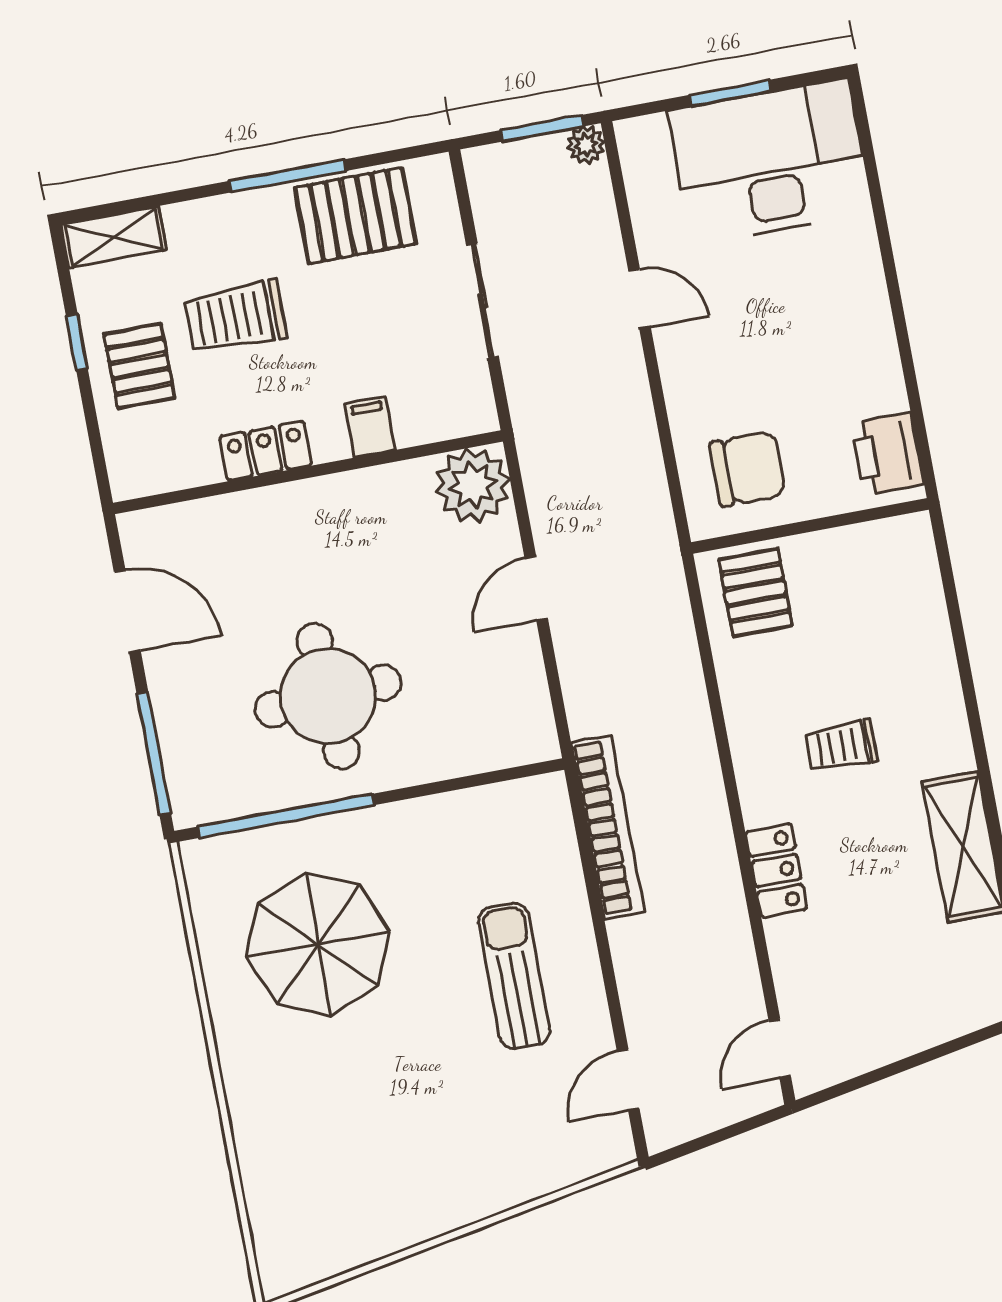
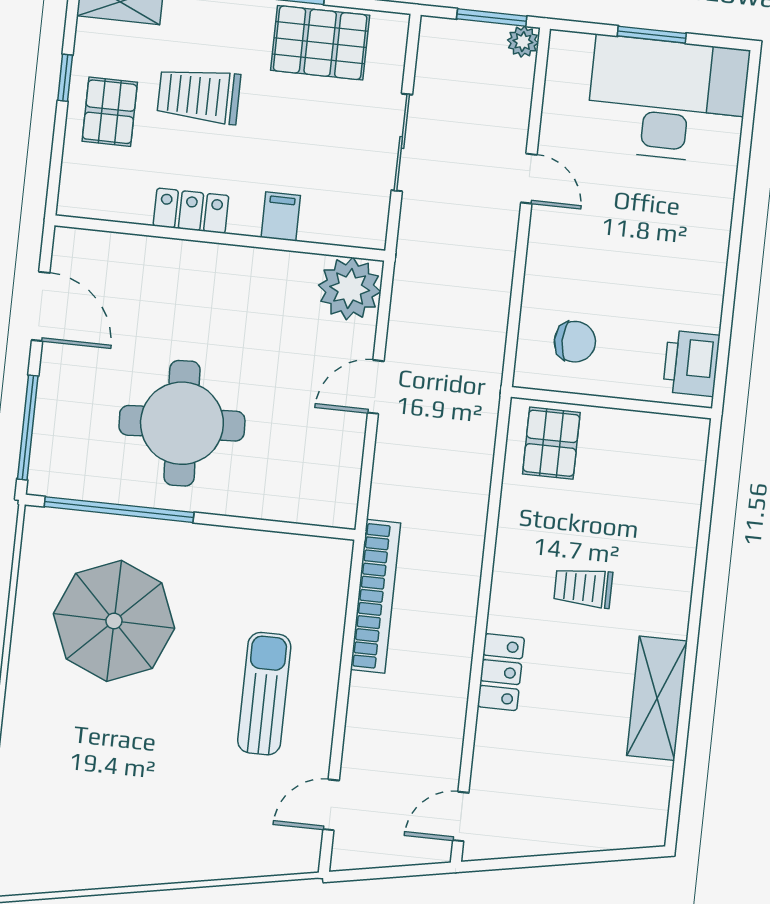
chair: (748, 469) -> (575, 342), width x0.73, depth x0.73

